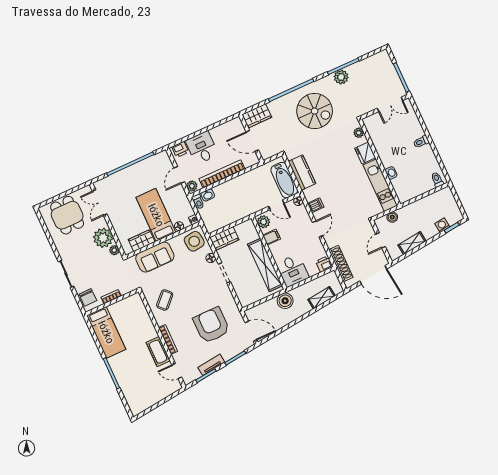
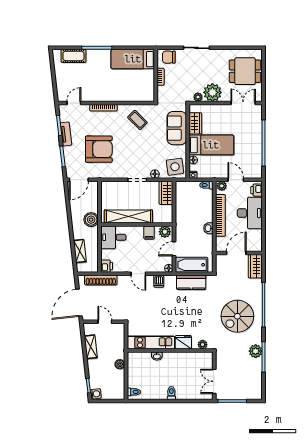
desk: (202, 148) -> (250, 213), width x1.37
washbasin: (208, 195) -> (208, 228), moved
boiler: (392, 217) -> (120, 364), moved
washing machine: (442, 225) -> (96, 394), moved
cot: (158, 352) -> (73, 56), moved

